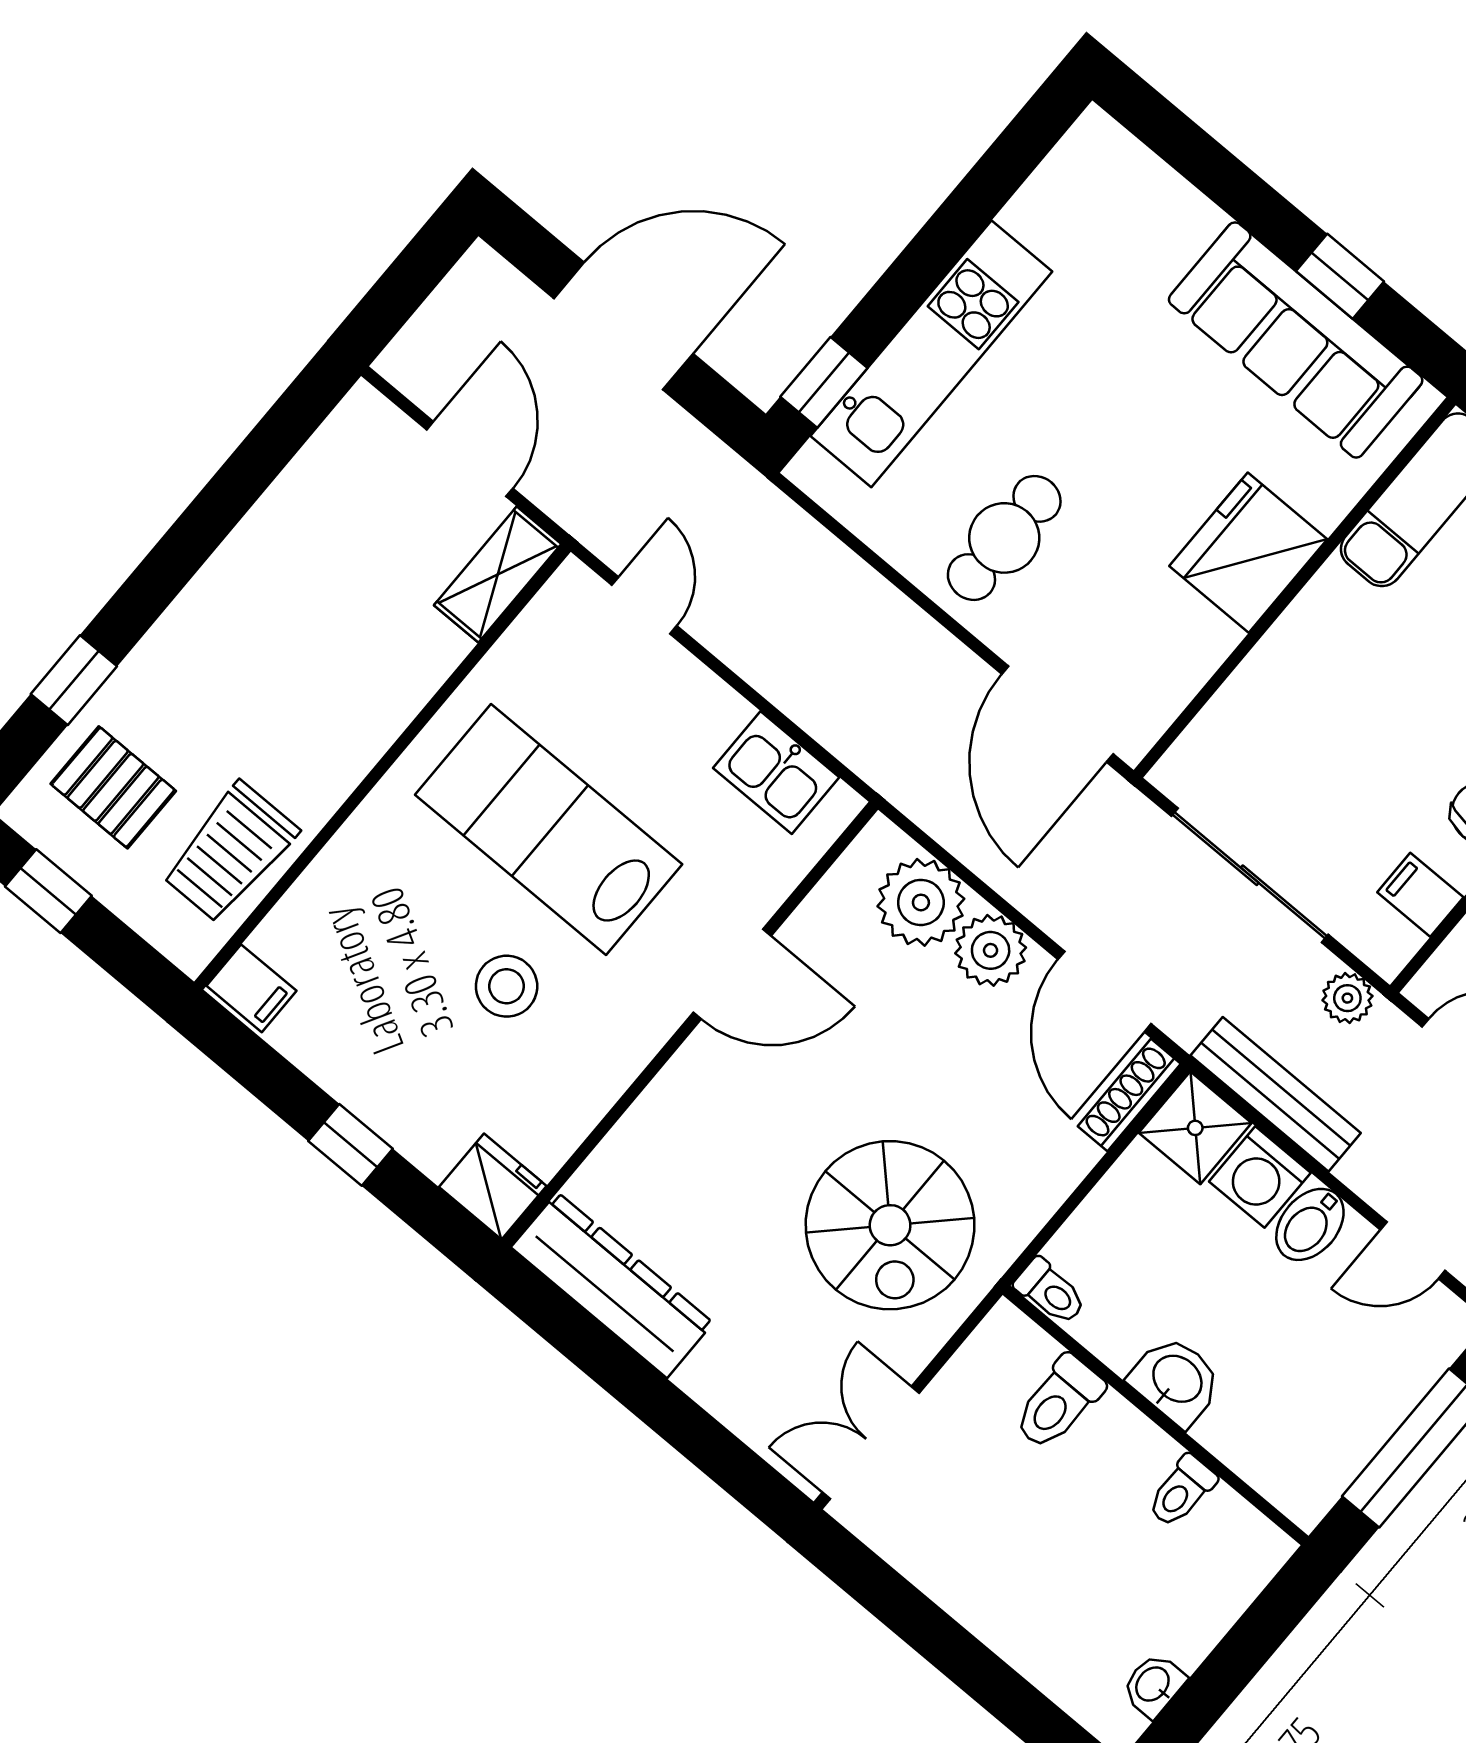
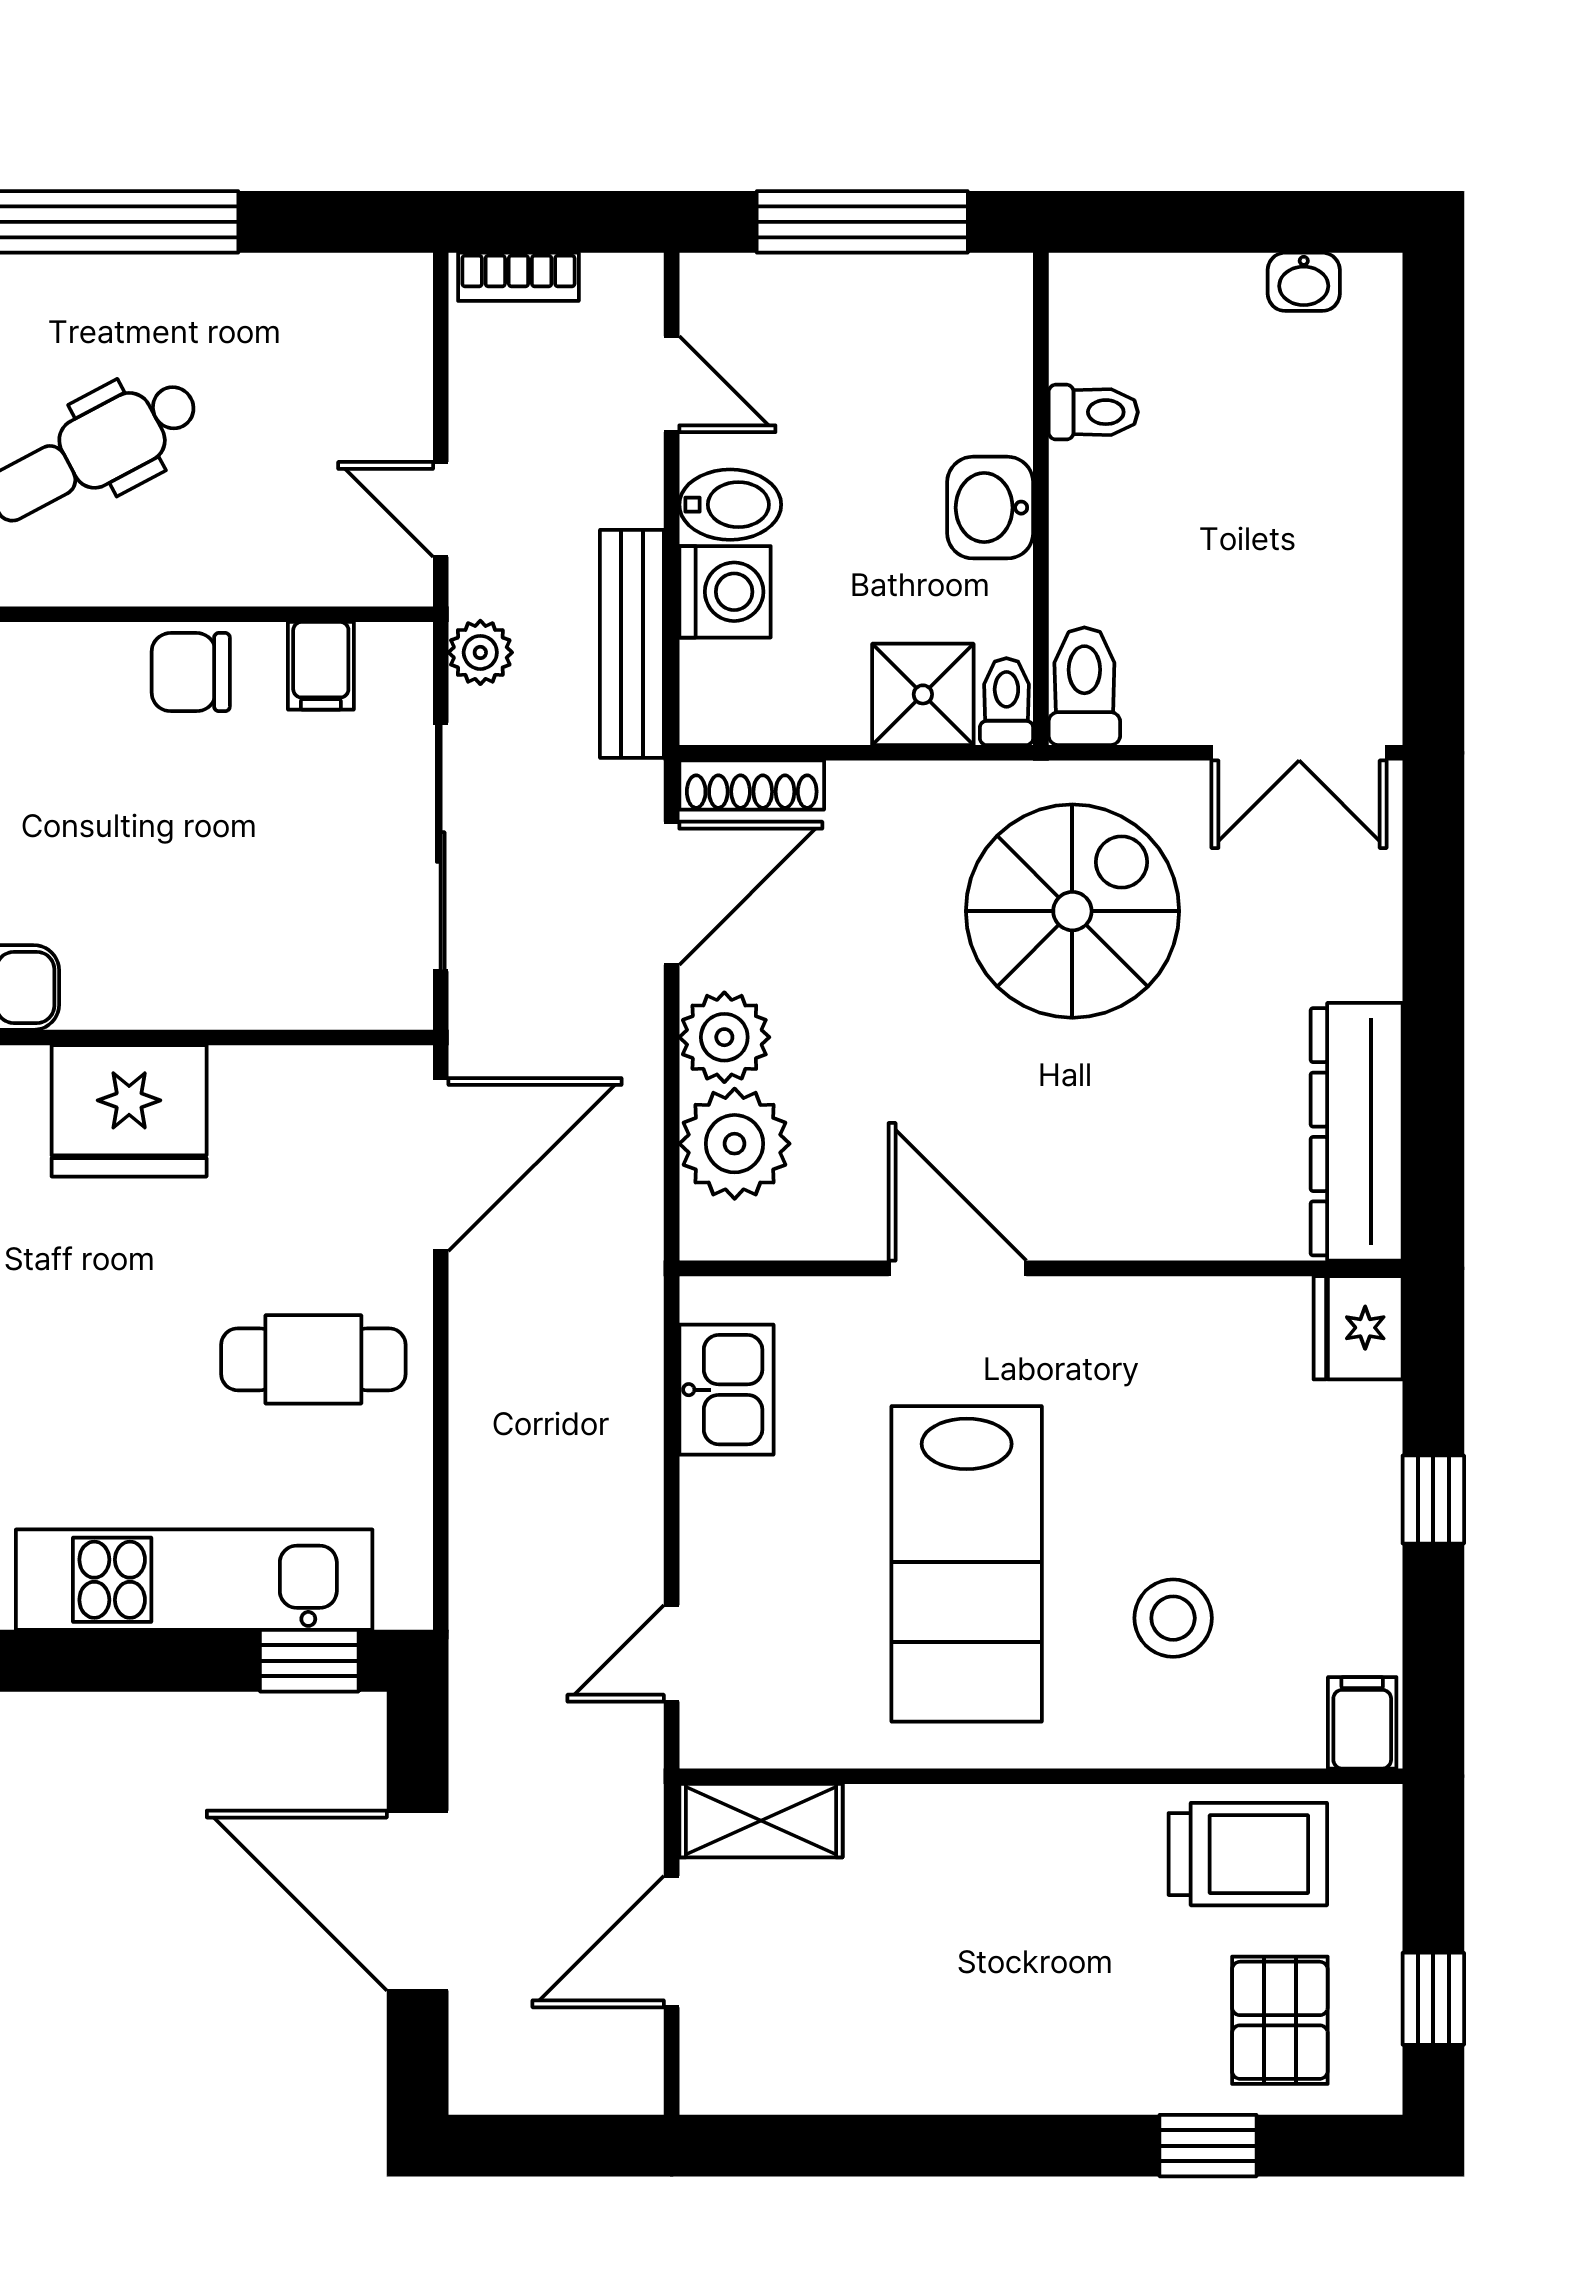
stool: (507, 986) -> (1173, 1618), moved
shower: (1195, 1128) -> (923, 694), moved
toilet: (1058, 1403) -> (1084, 686), moved, turned -90

